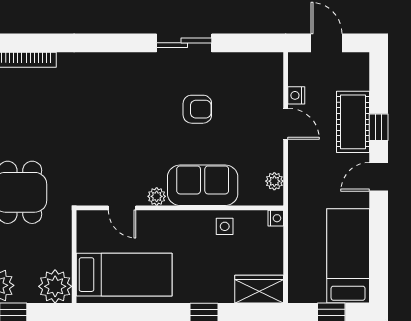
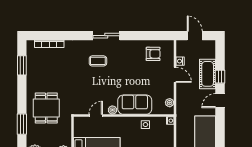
sliding door: (184, 43) -> (106, 36), moved
coffee table: (127, 95) -> (98, 61), added
armchair: (197, 109) -> (153, 54), moved
door: (122, 208) -> (96, 116), swing flipped

